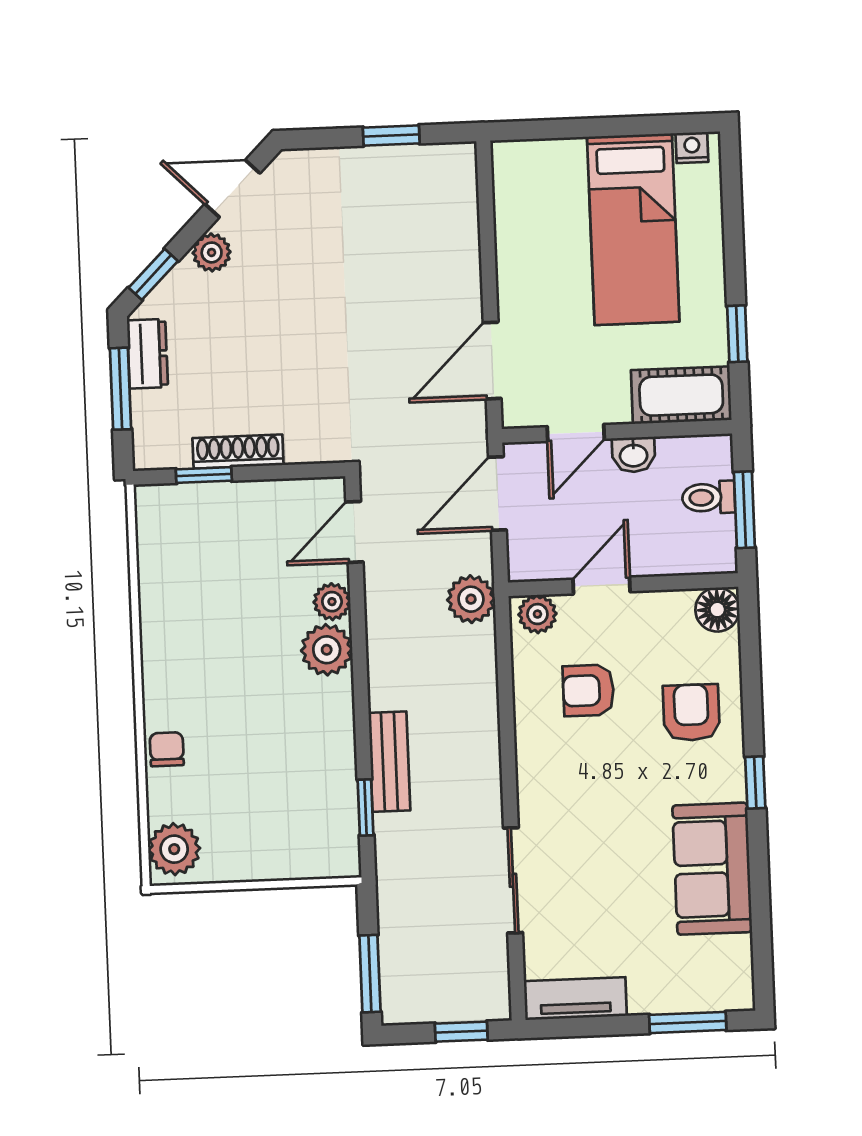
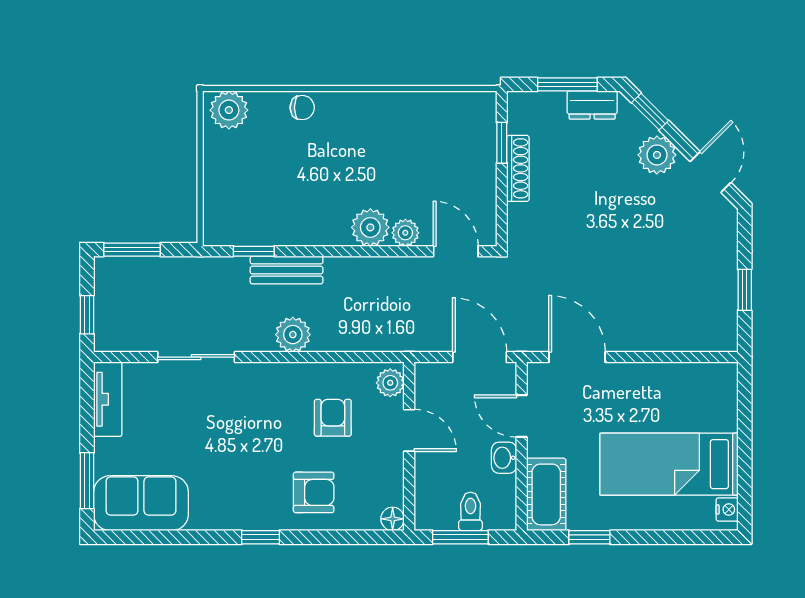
plant: (212, 252) -> (657, 155), width x1.38, depth x1.38
plant: (471, 599) -> (293, 335), moved
floor lamp: (717, 610) -> (393, 519), width x0.73, depth x0.73
sofa: (712, 869) -> (141, 503), moved

